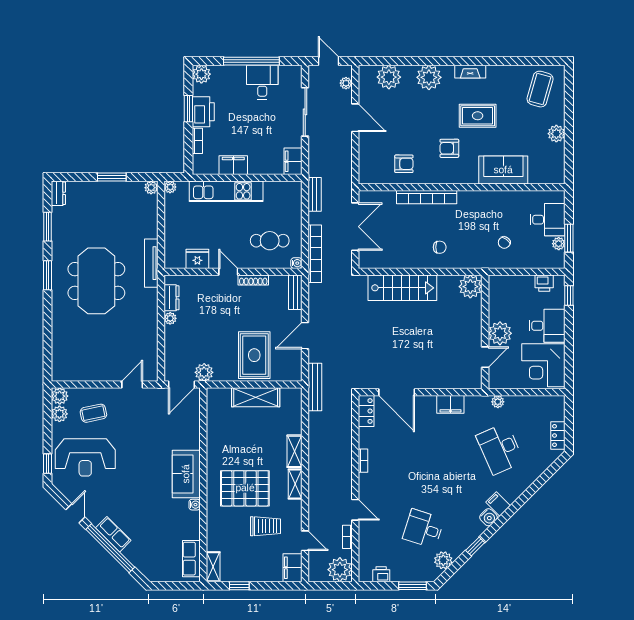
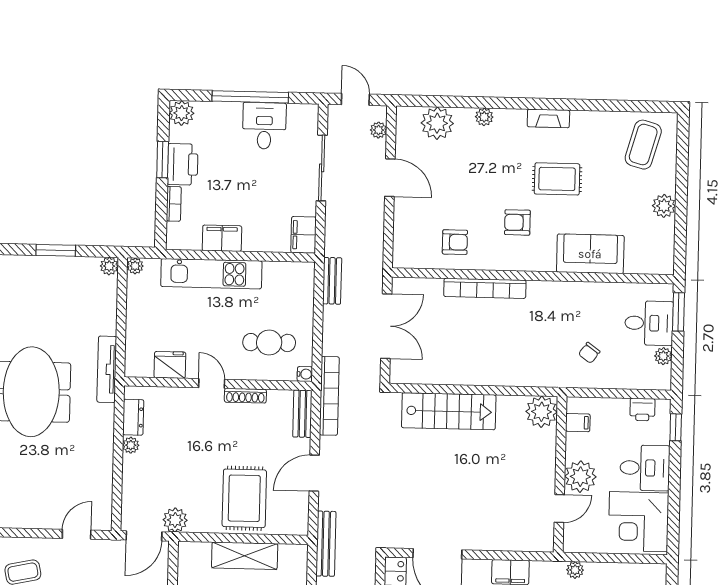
plant: (429, 77) -> (484, 117), width x0.53, depth x0.53
window: (569, 238) -> (679, 312), moved
chair: (440, 247) -> (501, 357), removed
bookcase: (315, 254) -> (329, 396), moved
filing cabinet: (497, 294) -> (578, 423), added

